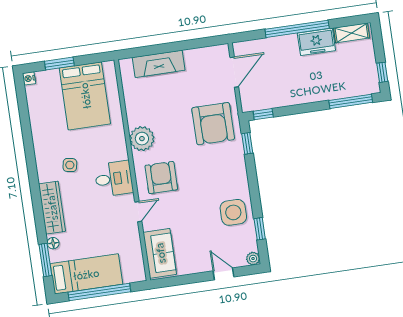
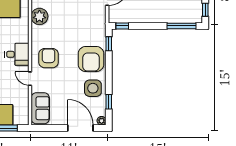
armchair: (213, 124) -> (91, 59), moved
plant: (142, 139) -> (39, 16), moved
door: (138, 212) -> (30, 79), swing flipped
door: (223, 274) -> (80, 128), width x1.88

